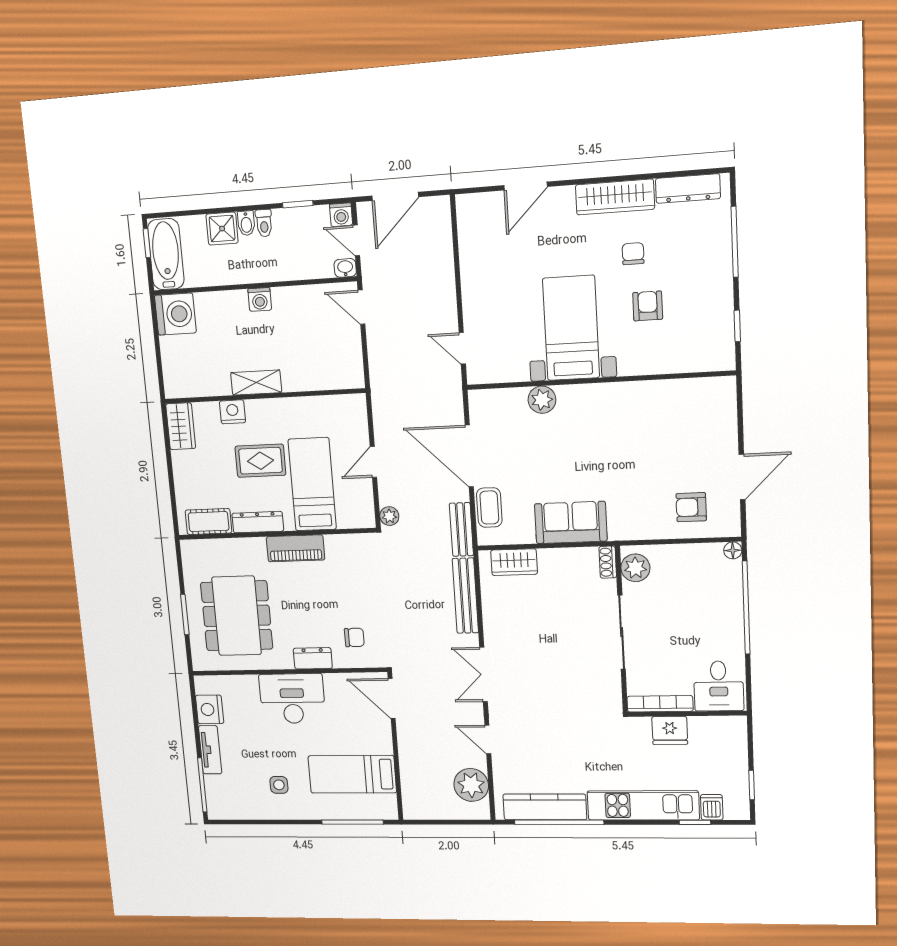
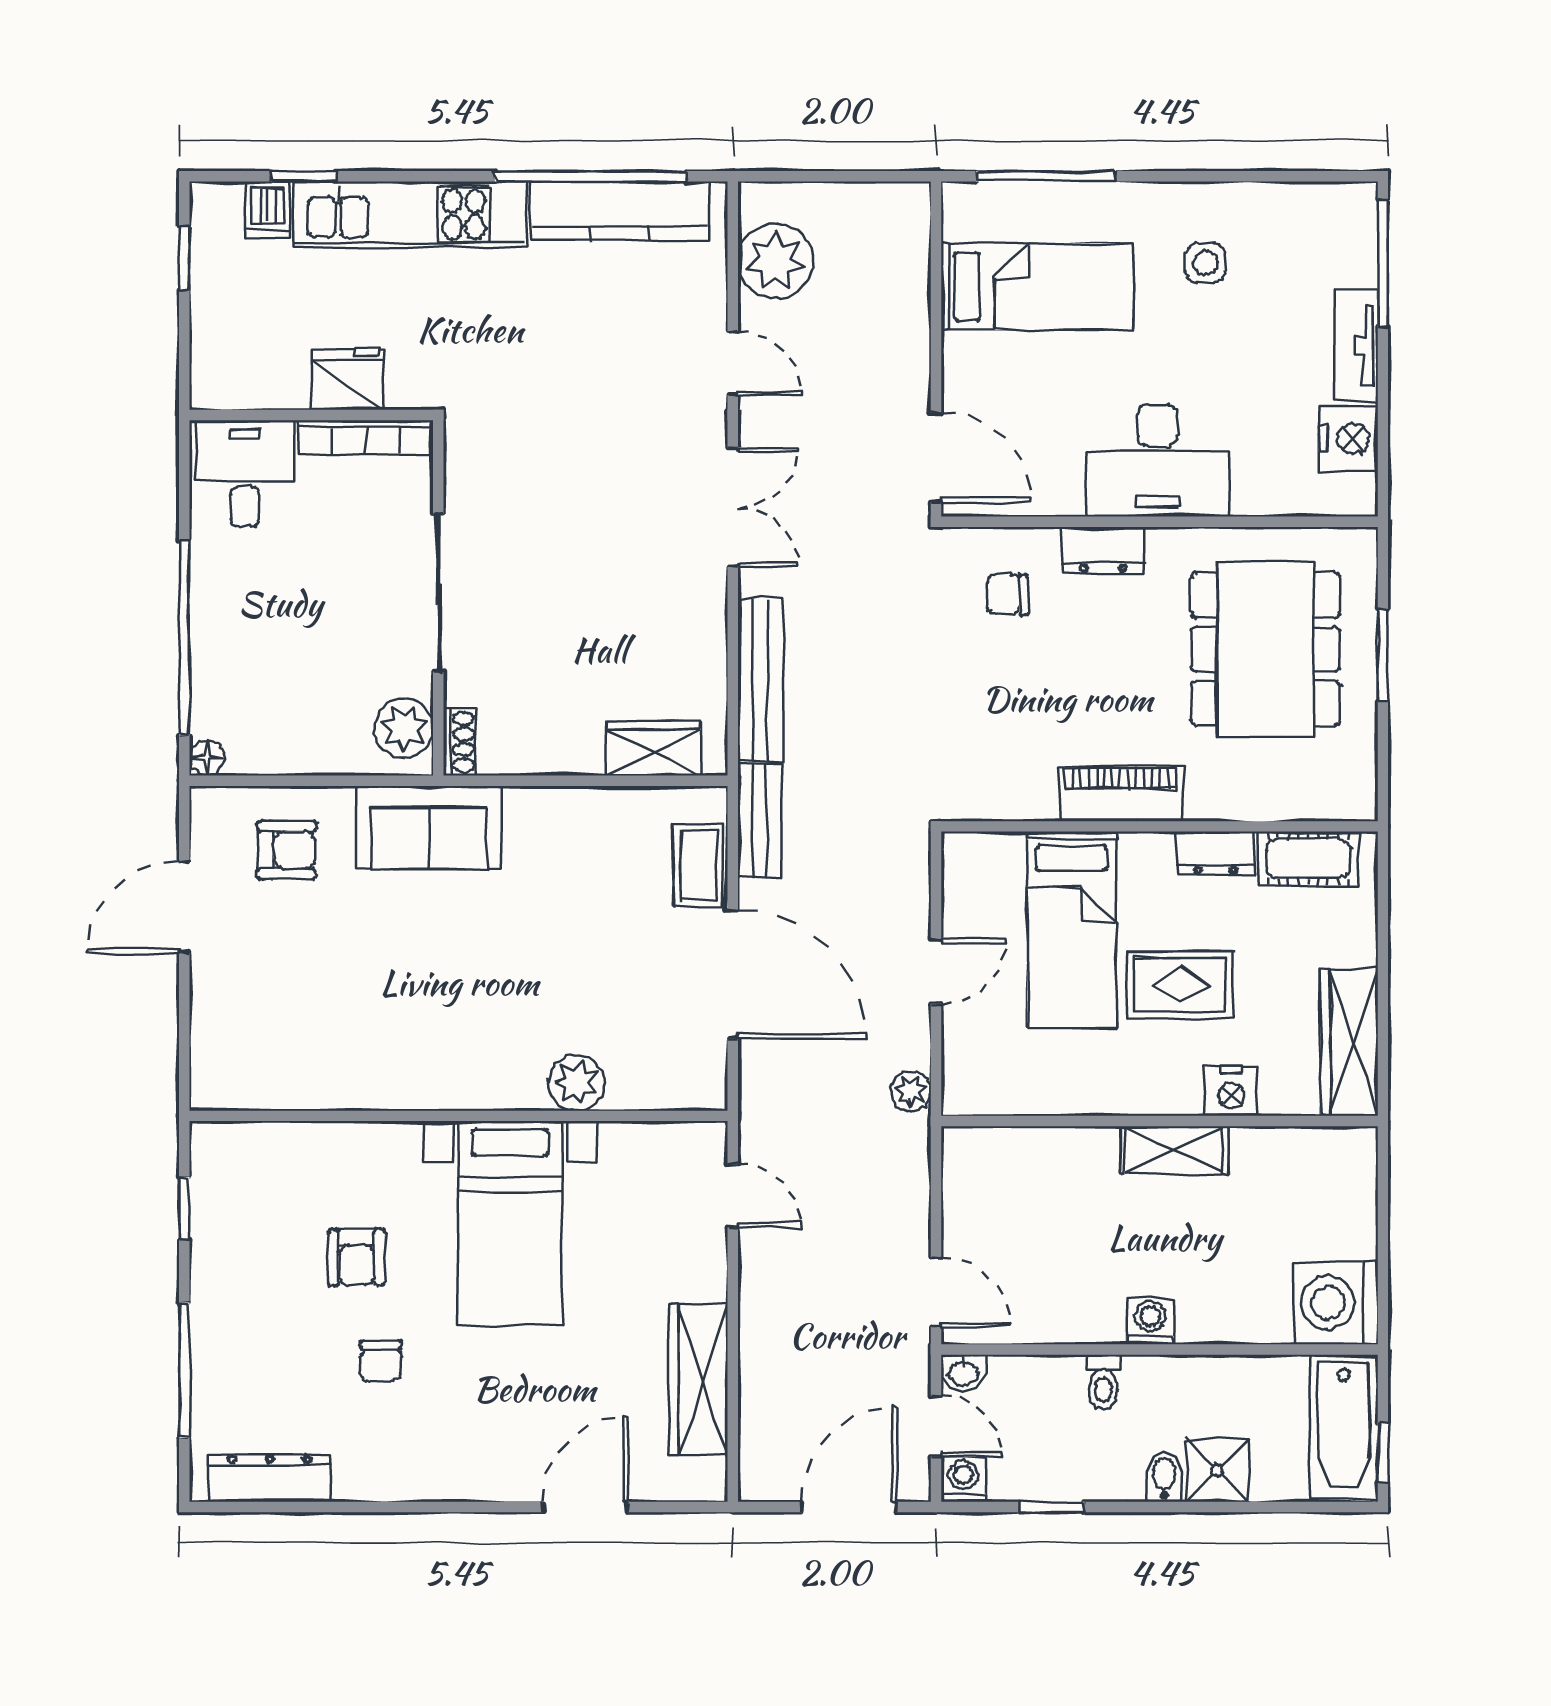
wardrobe: (615, 197) -> (698, 1380), moved, turned -90
toilet: (264, 223) -> (1103, 1382), moved, turned 180
wardrobe: (181, 426) -> (1349, 1042), width x1.50
plant: (389, 516) -> (911, 1091), moved
dresser: (258, 522) -> (1215, 853), width x0.70
sofa: (571, 522) -> (429, 828), moved

